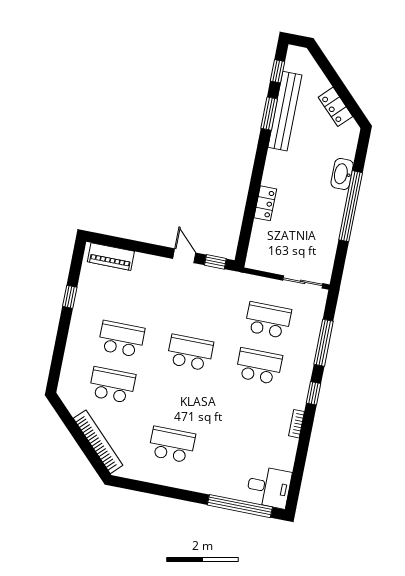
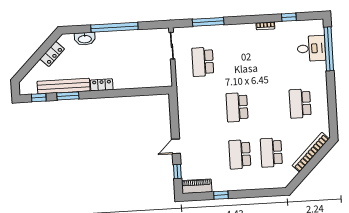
washbasin: (342, 174) -> (85, 39), moved
locker: (265, 203) -> (102, 85), moved
door: (184, 256) -> (176, 146), moved
piano: (111, 257) -> (197, 186), moved, turned -90
window: (215, 262) -> (177, 172), moved
school desk: (259, 366) -> (234, 60), removed
window: (314, 393) -> (289, 17), moved
desk: (269, 487) -> (311, 48), moved, turned 90

